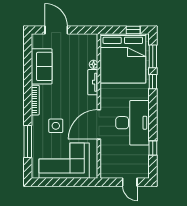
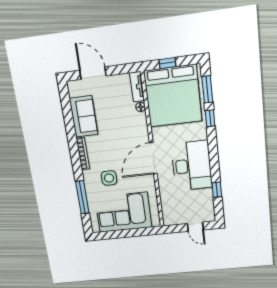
window: (133, 30) -> (167, 63), moved
tv unit: (93, 82) -> (137, 87), moved
door: (99, 124) -> (153, 158), moved

